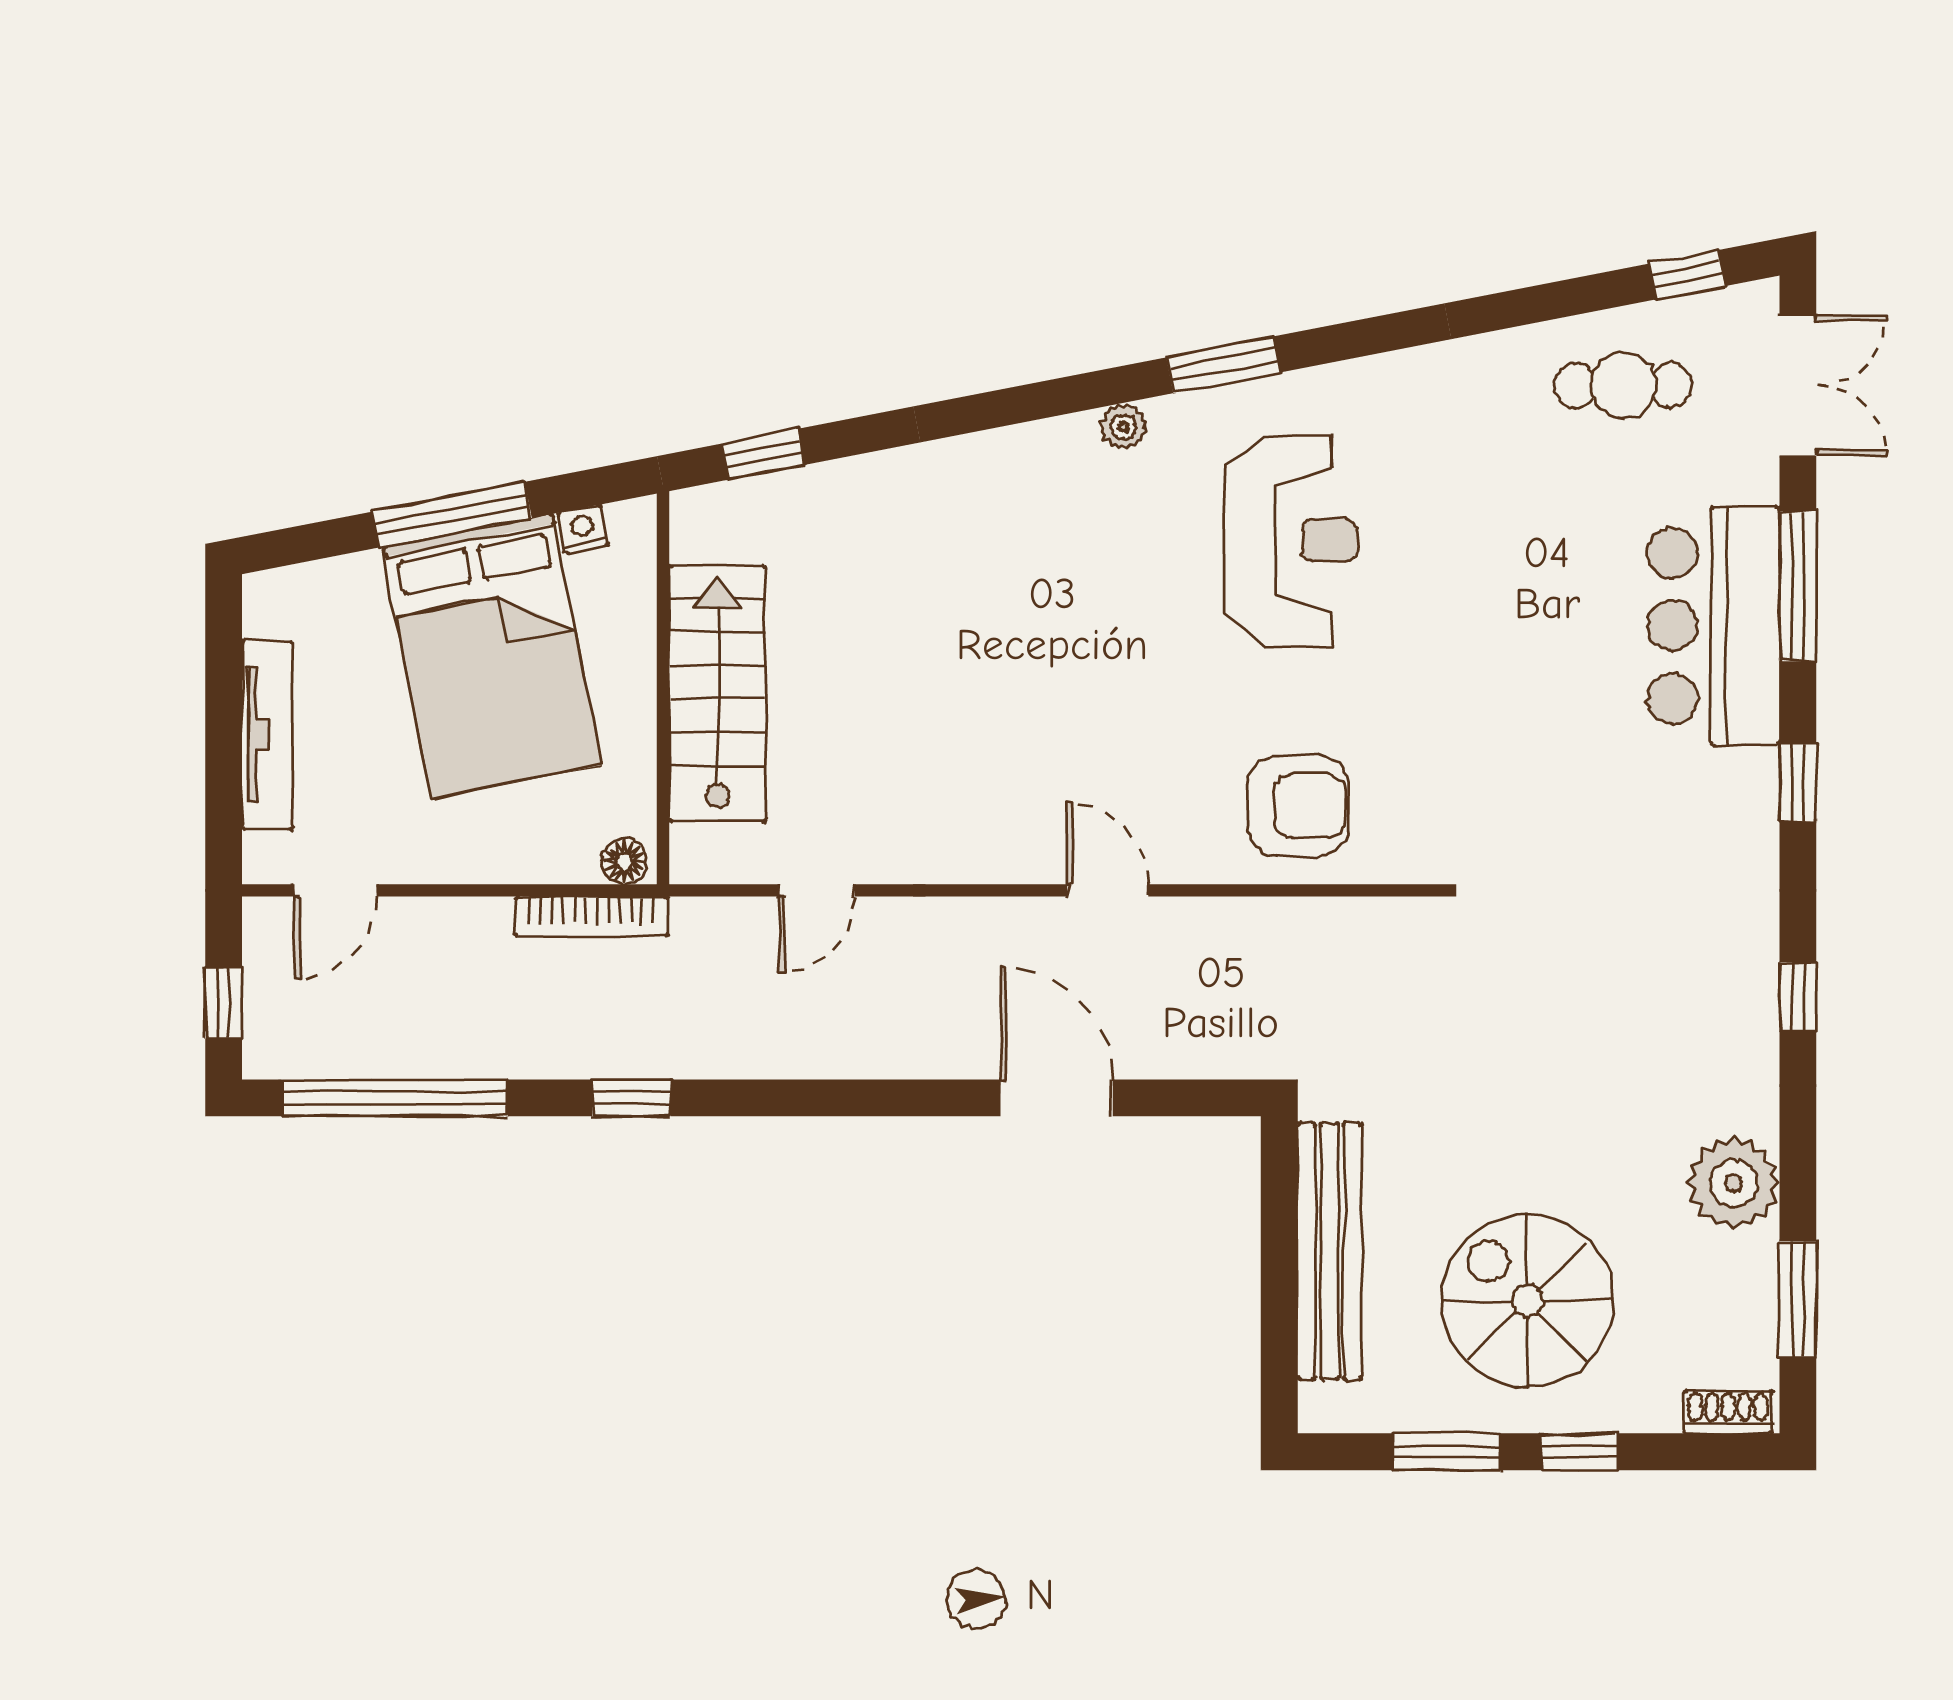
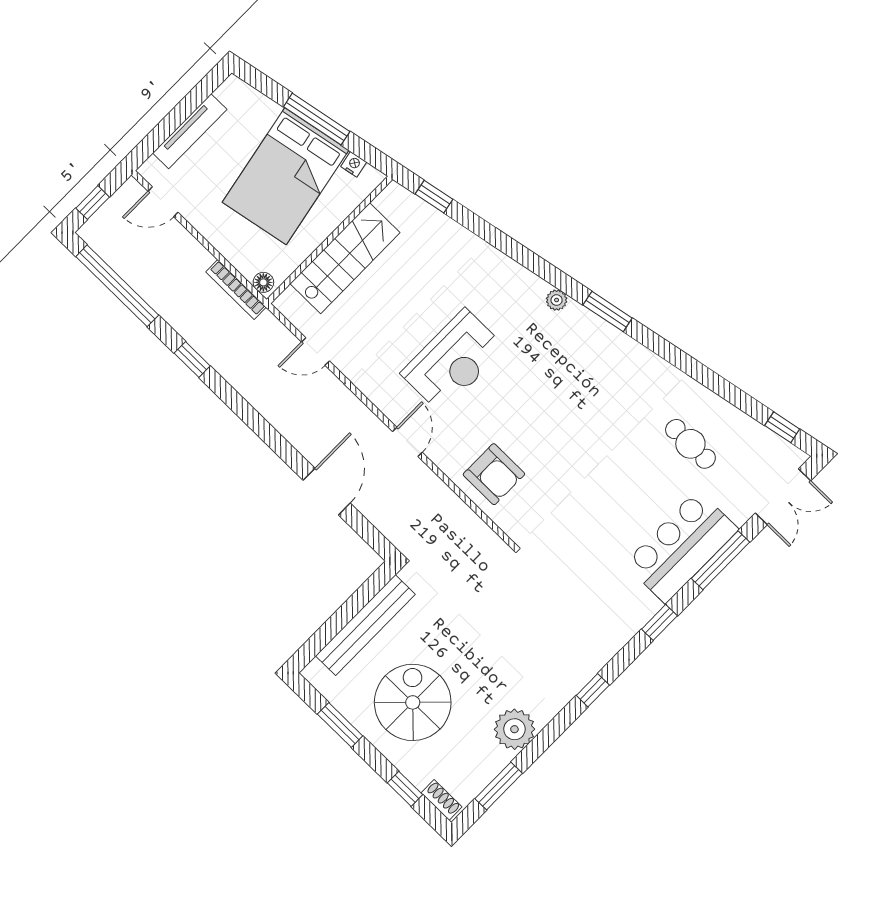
cafe table: (1623, 386) -> (690, 444), moved
reception desk: (1291, 540) -> (453, 361), moved
window: (1579, 1452) -> (405, 789), moved

